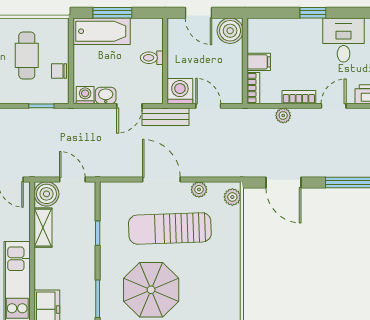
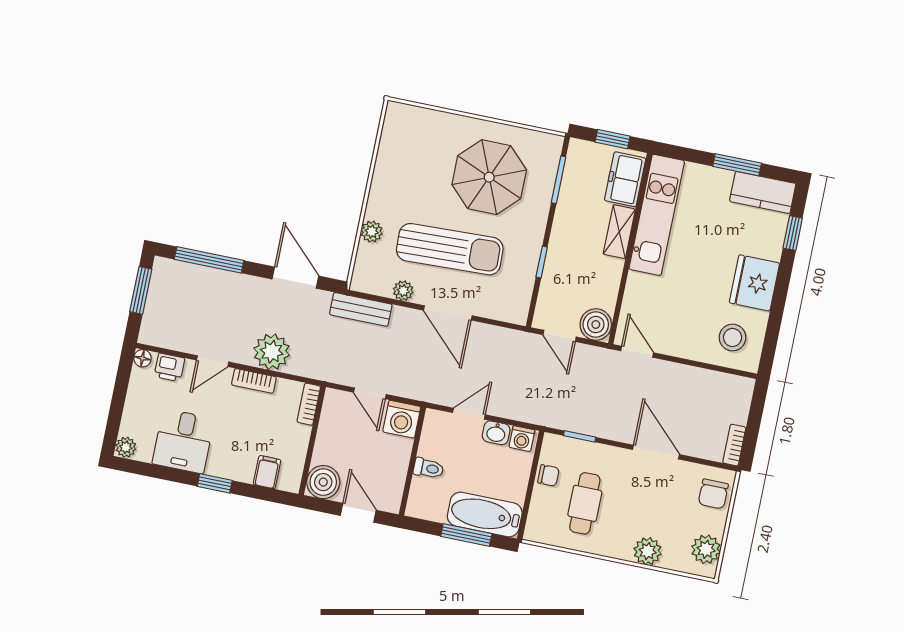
filing cabinet: (259, 62) -> (267, 472), moved, turned 90
plant: (283, 116) -> (272, 352), width x1.87, depth x1.87
bench: (166, 117) -> (361, 309), moved
plant: (232, 197) -> (372, 232), moved
shelving: (43, 228) -> (619, 232), moved

